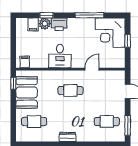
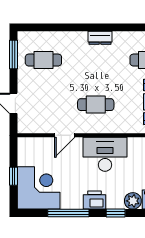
window: (46, 15) -> (116, 213), moved
printer: (59, 24) -> (94, 200), moved
desk: (60, 56) -> (105, 154), width x1.37

